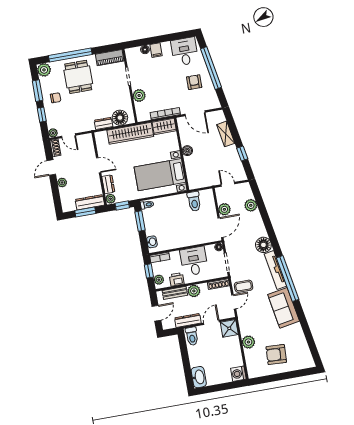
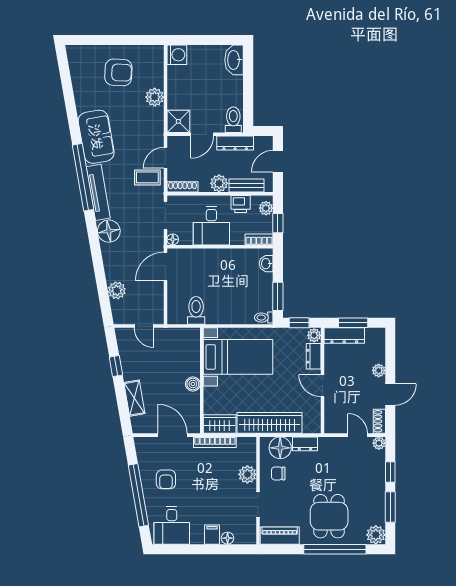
chair: (56, 98) -> (278, 473), moved
plant: (224, 209) -> (155, 291), removed

